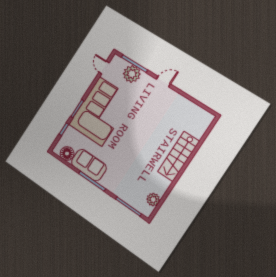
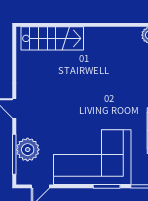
stairs: (179, 156) -> (52, 38), moved

